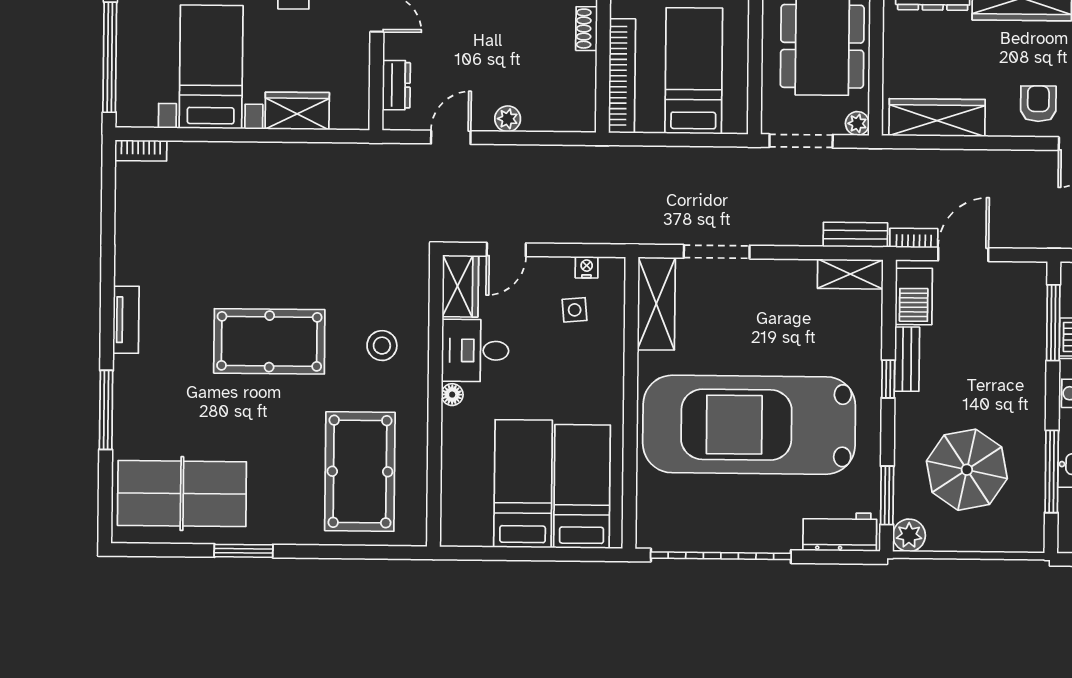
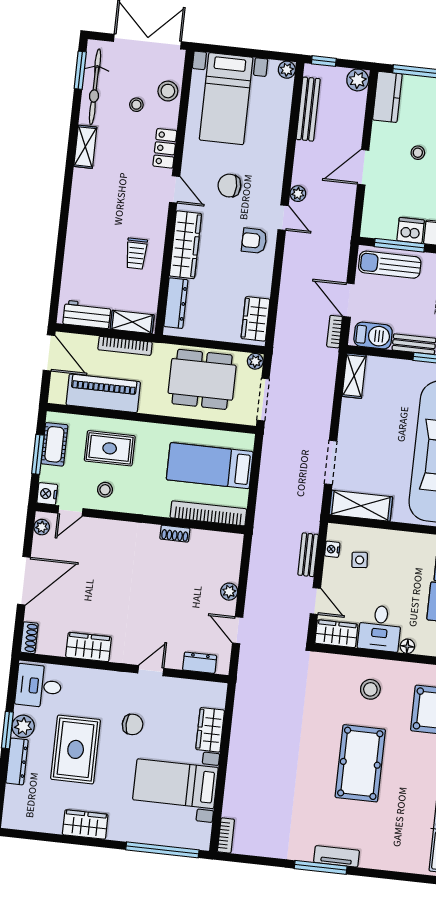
wardrobe: (937, 118) -> (256, 319), width x0.67
bench: (855, 235) -> (308, 555), moved
sun lounger: (1023, 311) -> (390, 265), added
window: (106, 410) -> (321, 867), moved

